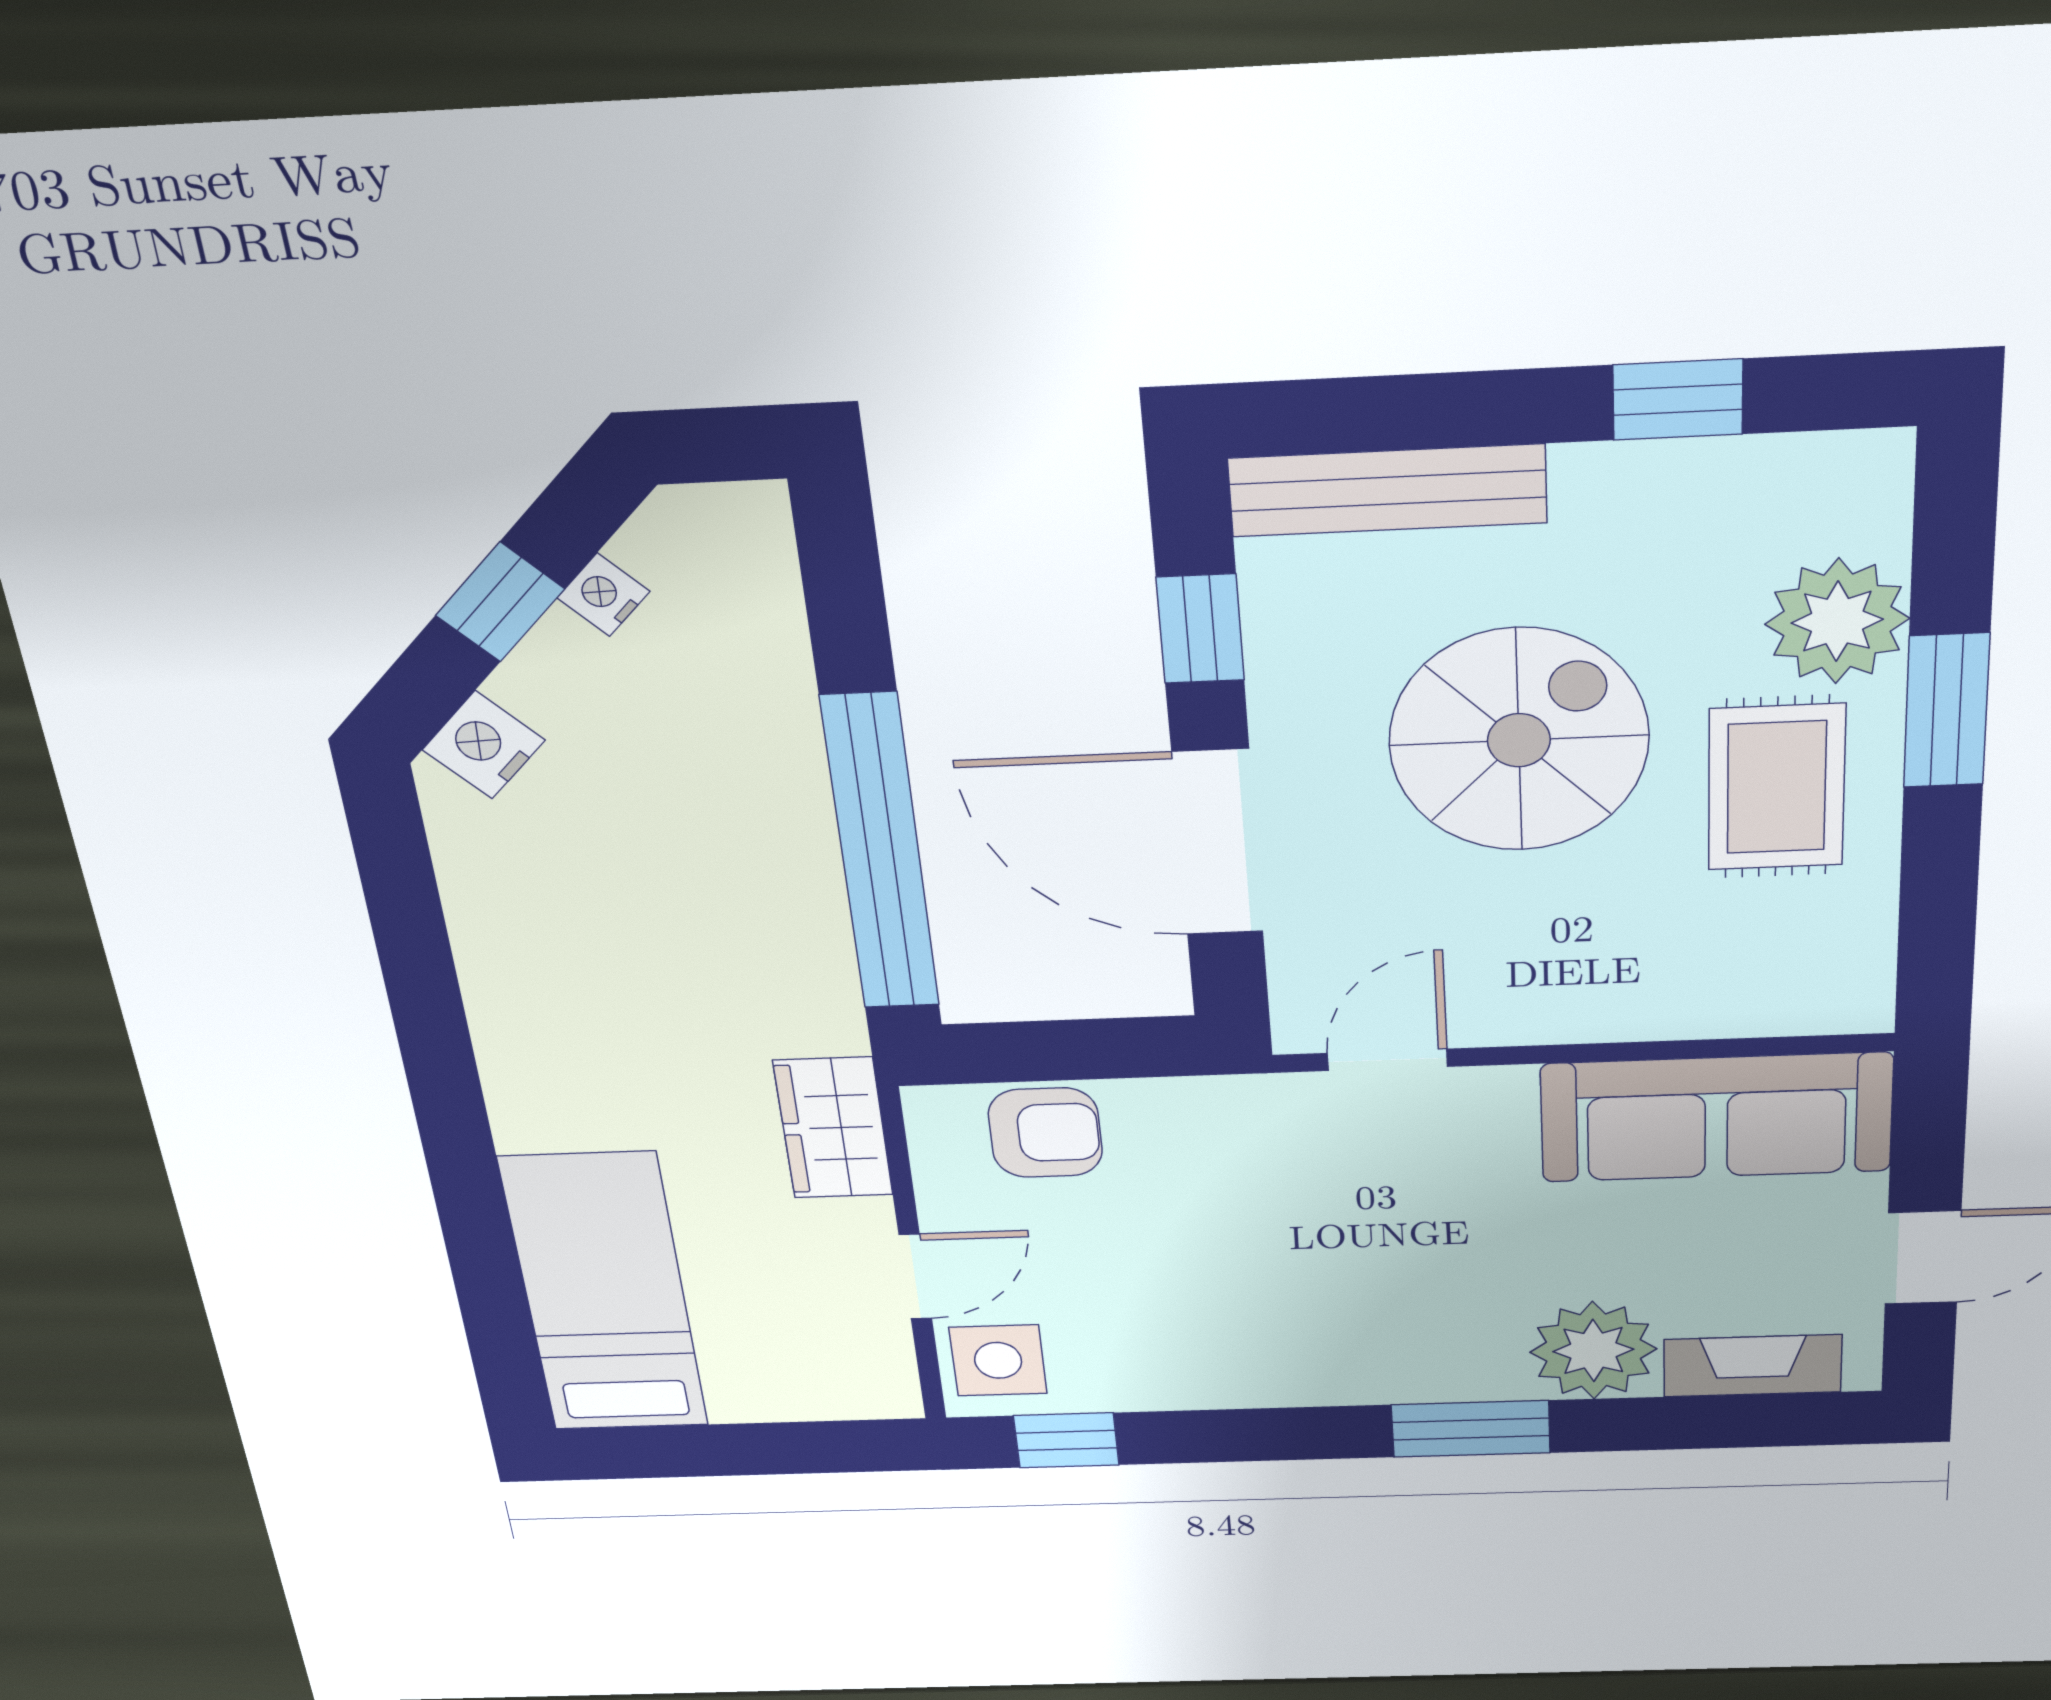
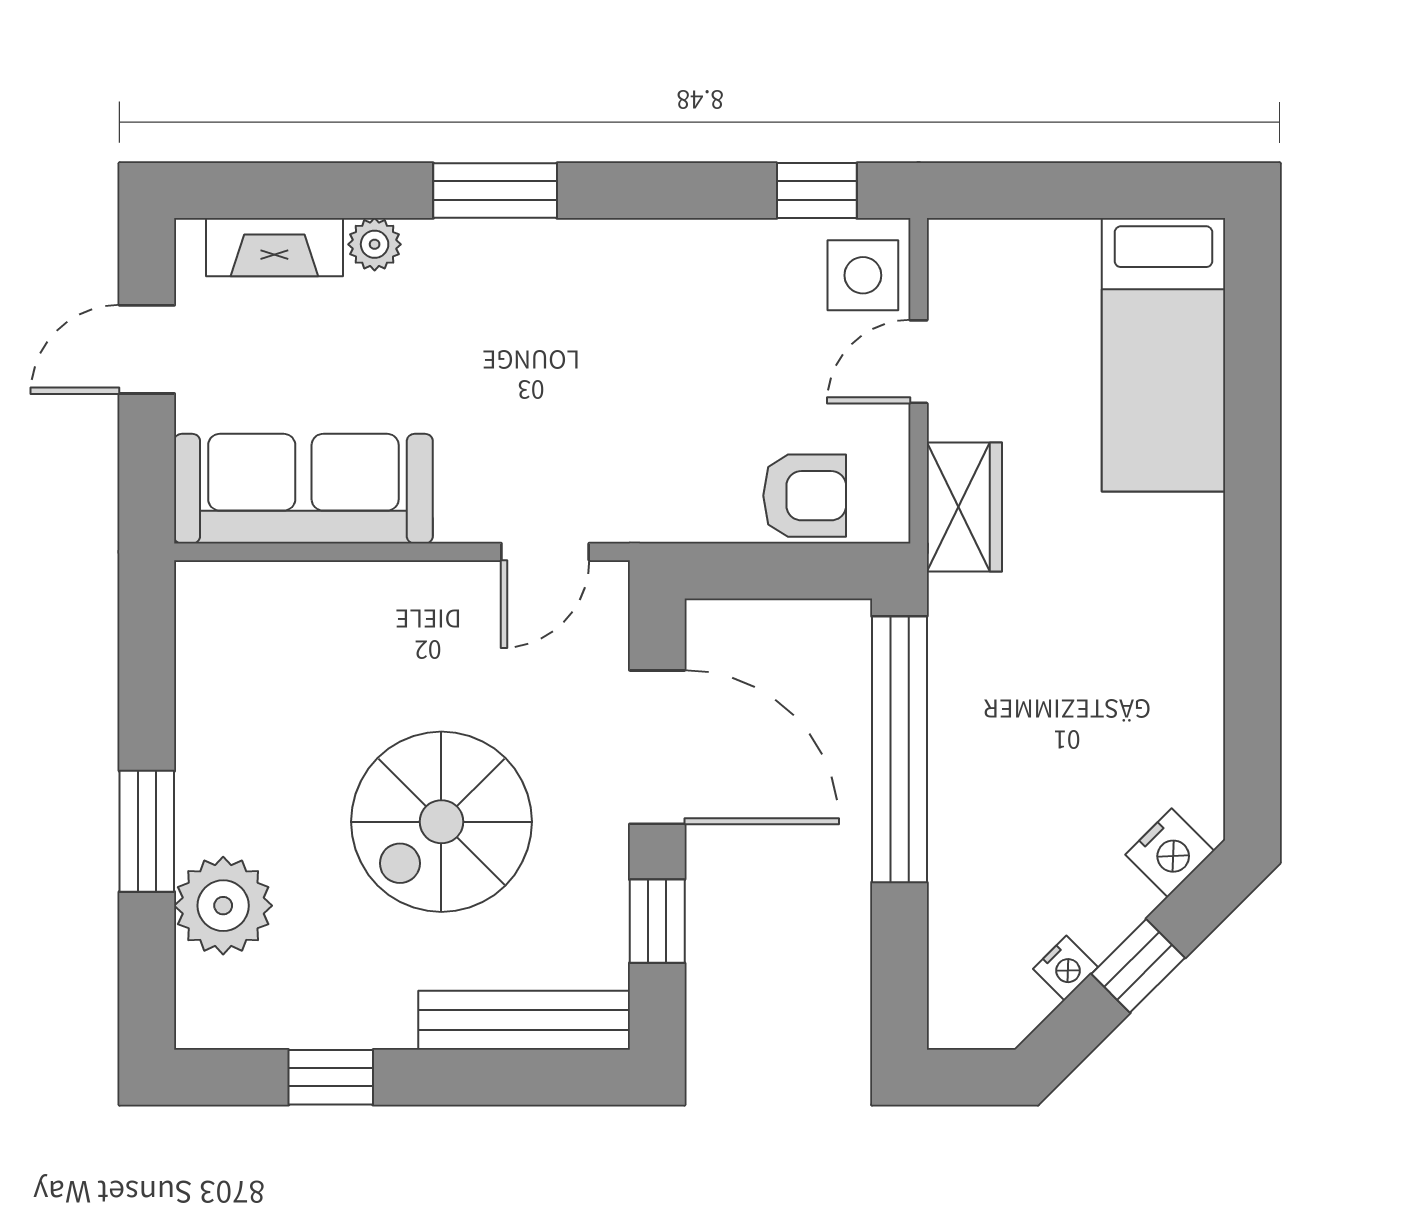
rug: (1777, 787) -> (263, 775), removed
armchair: (1045, 1133) -> (805, 496), turned 180
plant: (1593, 1350) -> (375, 244), width x0.53, depth x0.53

